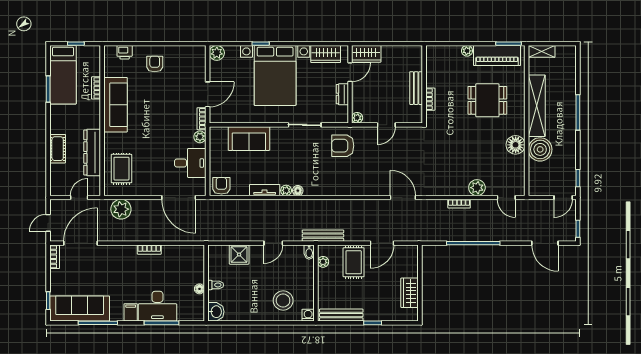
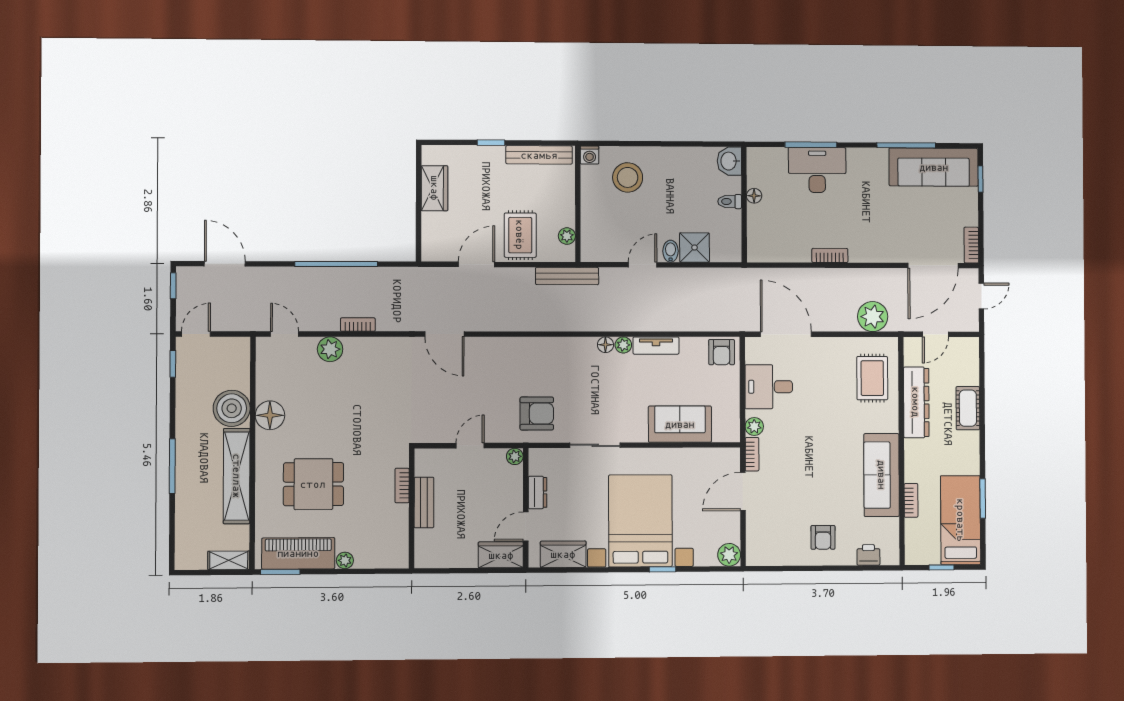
bidet: (309, 252) -> (671, 251), moved
filing cabinet: (131, 312) -> (857, 161), removed

